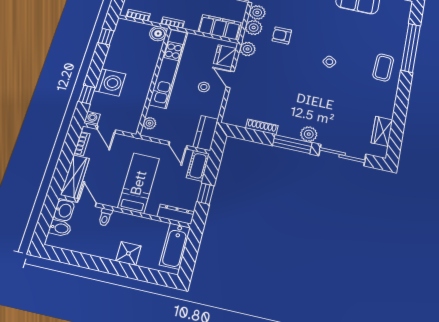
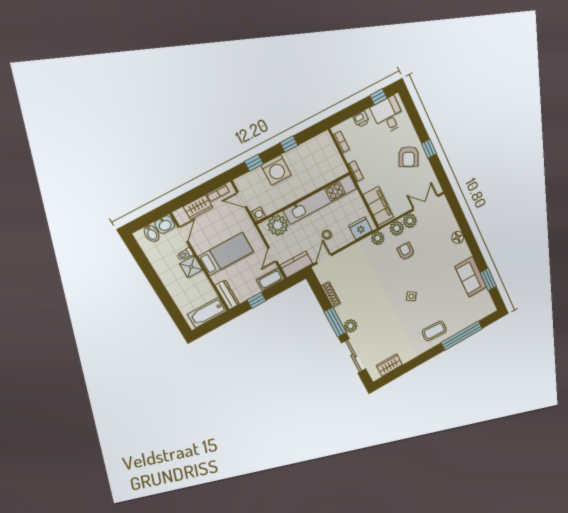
boiler: (158, 34) -> (339, 169), removed
window: (106, 37) -> (289, 144), moved
door: (230, 79) -> (324, 259), moved
washing machine: (92, 119) -> (258, 214), moved
plant: (150, 123) -> (278, 225), width x1.87, depth x1.87
door: (106, 130) -> (242, 199), hinge flipped
wardrobe: (75, 177) -> (198, 207), width x0.67
shower: (128, 253) -> (191, 267), moved

